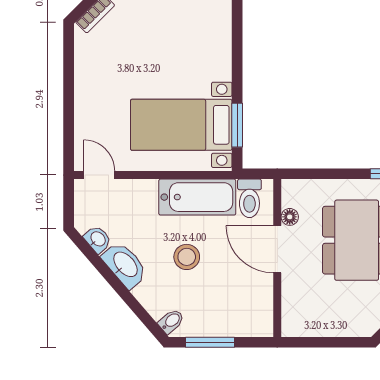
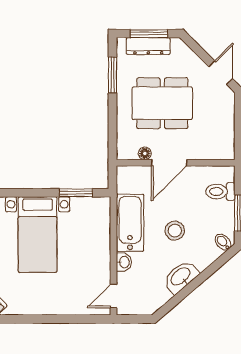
bed with nightstands: (181, 125) -> (38, 235), moved
toilet: (249, 198) -> (220, 191), moved, turned 180
washbasin: (98, 239) -> (124, 262), moved, turned 131

